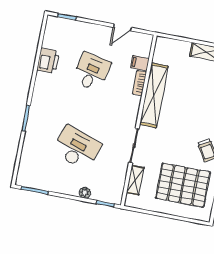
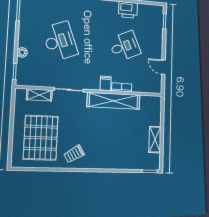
filing cabinet: (140, 63) -> (106, 83), moved
desk: (91, 72) -> (125, 46), turned -36
desk: (77, 148) -> (60, 41), turned -39

